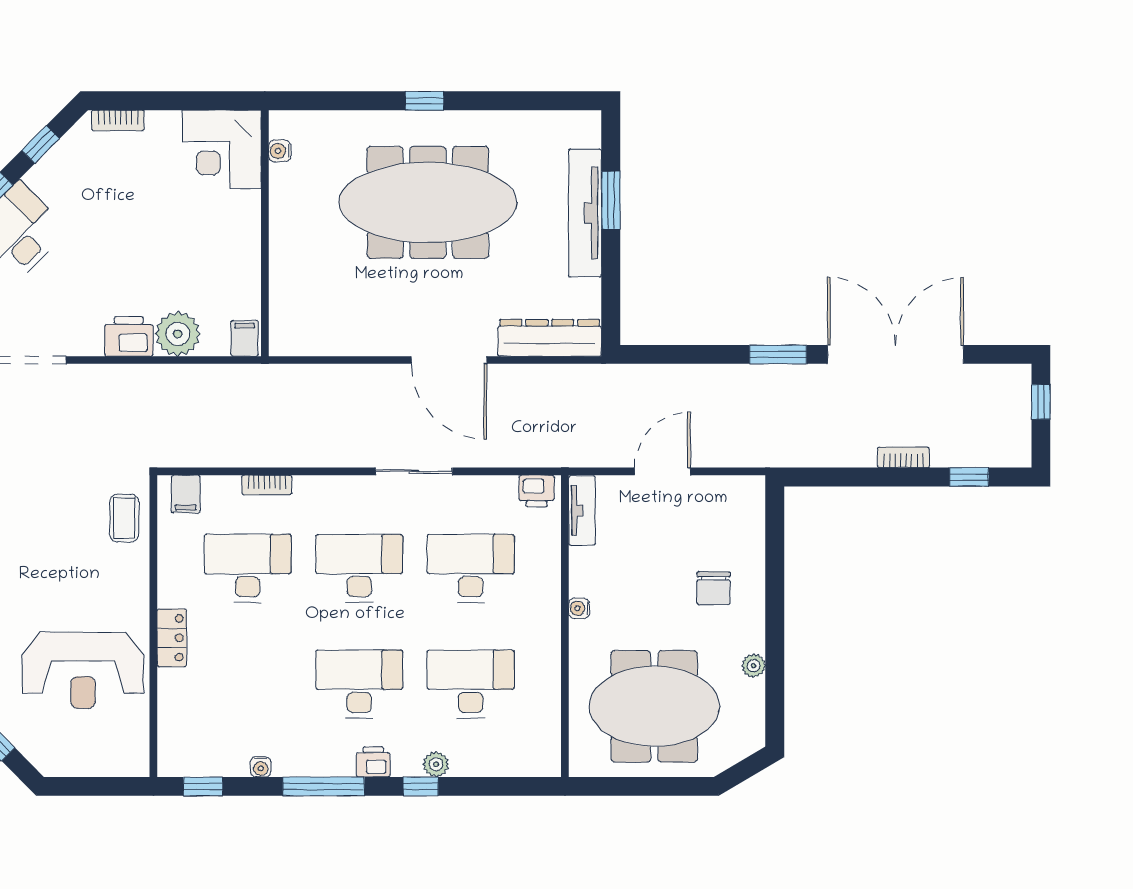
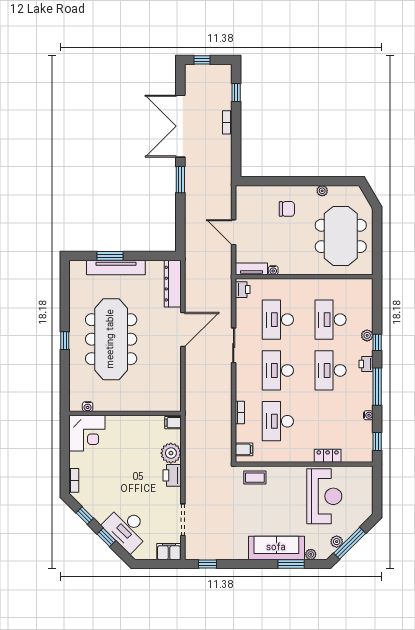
water cooler: (579, 608) -> (273, 270), moved
locker: (172, 638) -> (328, 456), moved

